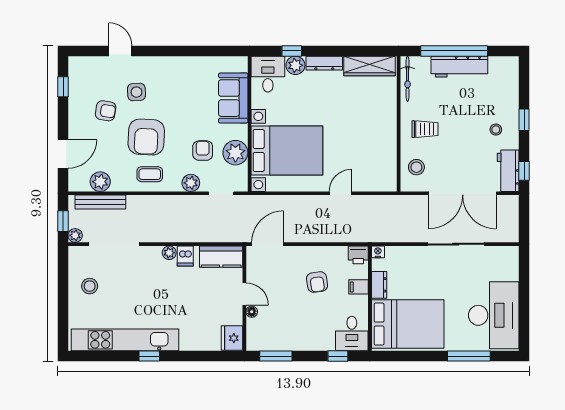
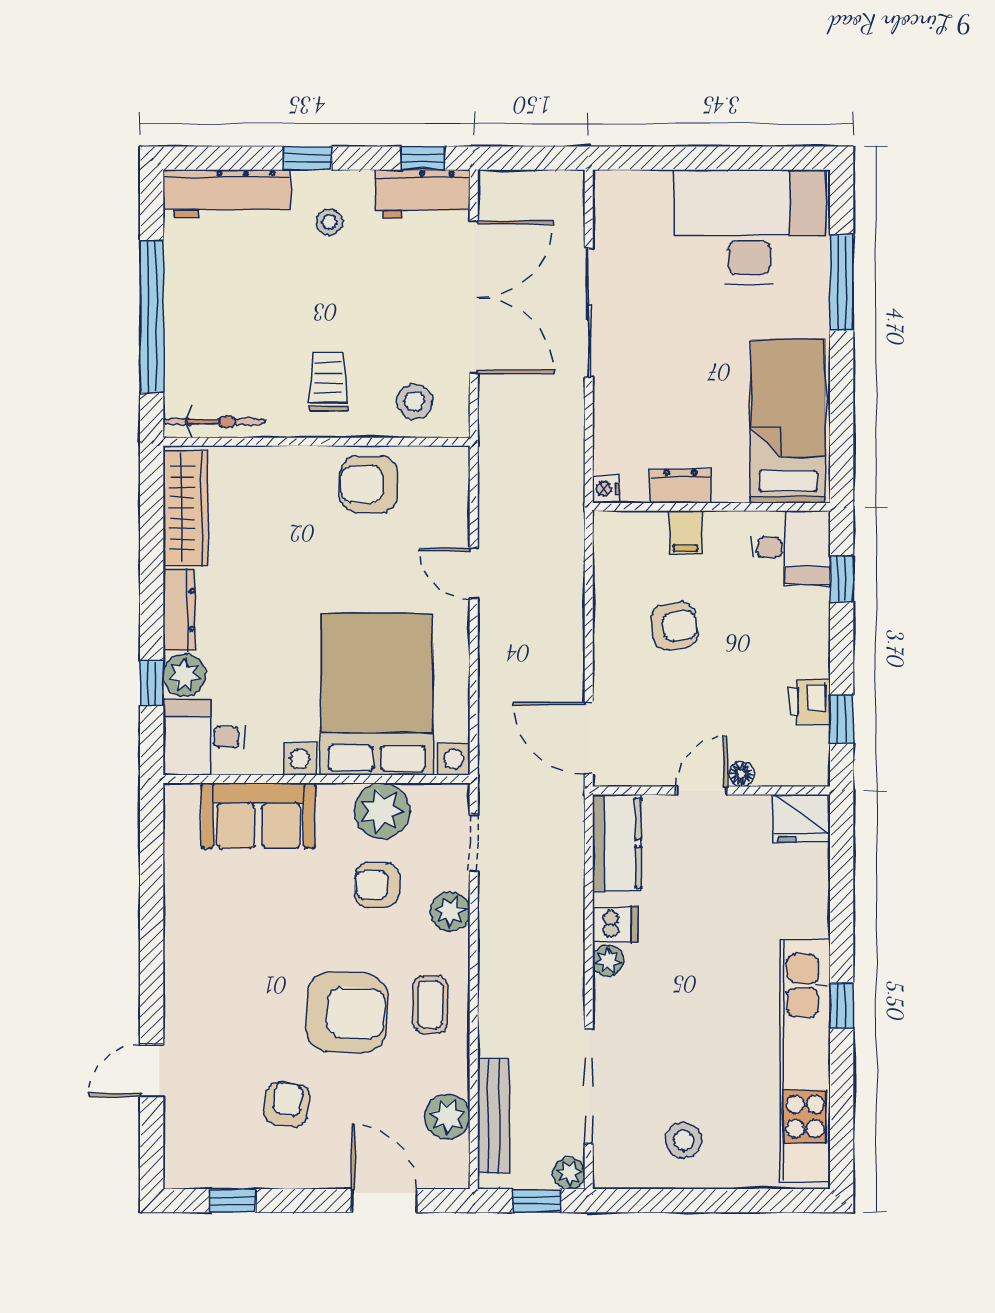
workbench: (459, 67) -> (227, 194), moved, turned 90
side table: (136, 92) -> (245, 1035), removed
armchair: (380, 147) -> (369, 484), added
printer: (358, 255) -> (810, 702), moved, turned 180
bed: (408, 324) -> (788, 421), width x0.67
window: (276, 356) -> (842, 719), width x0.67

